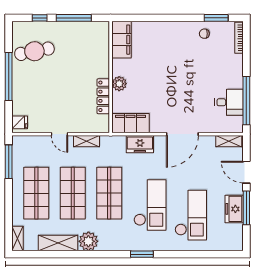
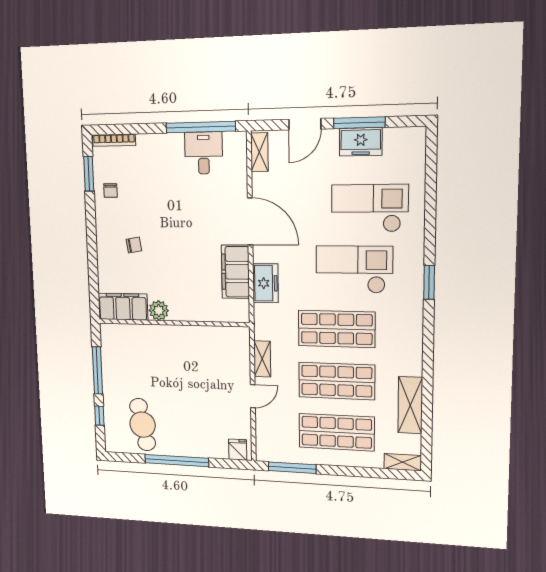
chair: (166, 50) -> (134, 245), added
plant: (119, 84) -> (159, 311), moved
locker: (103, 96) -> (200, 334), removed
filing cabinet: (130, 123) -> (235, 272), moved
plant: (88, 241) -> (408, 361), removed

